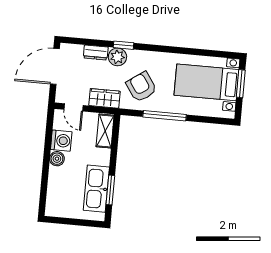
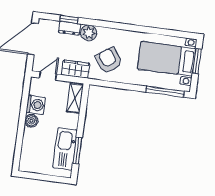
window: (123, 45) -> (69, 19), moved
door: (73, 107) -> (48, 76), swing flipped
window: (165, 116) -> (165, 92), moved

